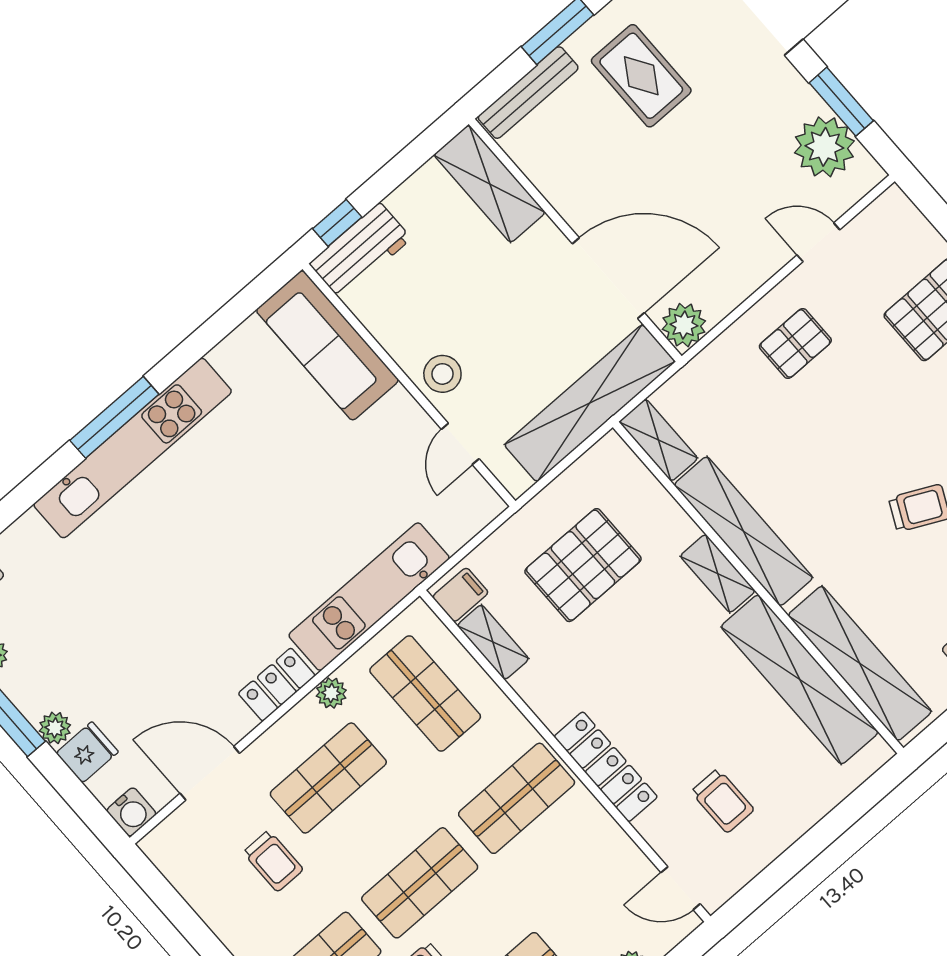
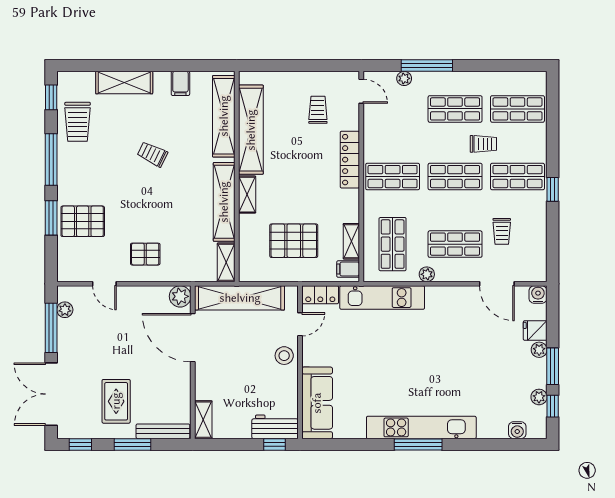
window: (841, 102) -> (51, 328), width x1.44
plant: (824, 147) -> (65, 310), width x0.53, depth x0.53
shelving: (490, 184) -> (203, 420), width x0.67, depth x0.75
locker: (277, 685) -> (320, 295), moved
trolley: (273, 861) -> (502, 231), turned 180

